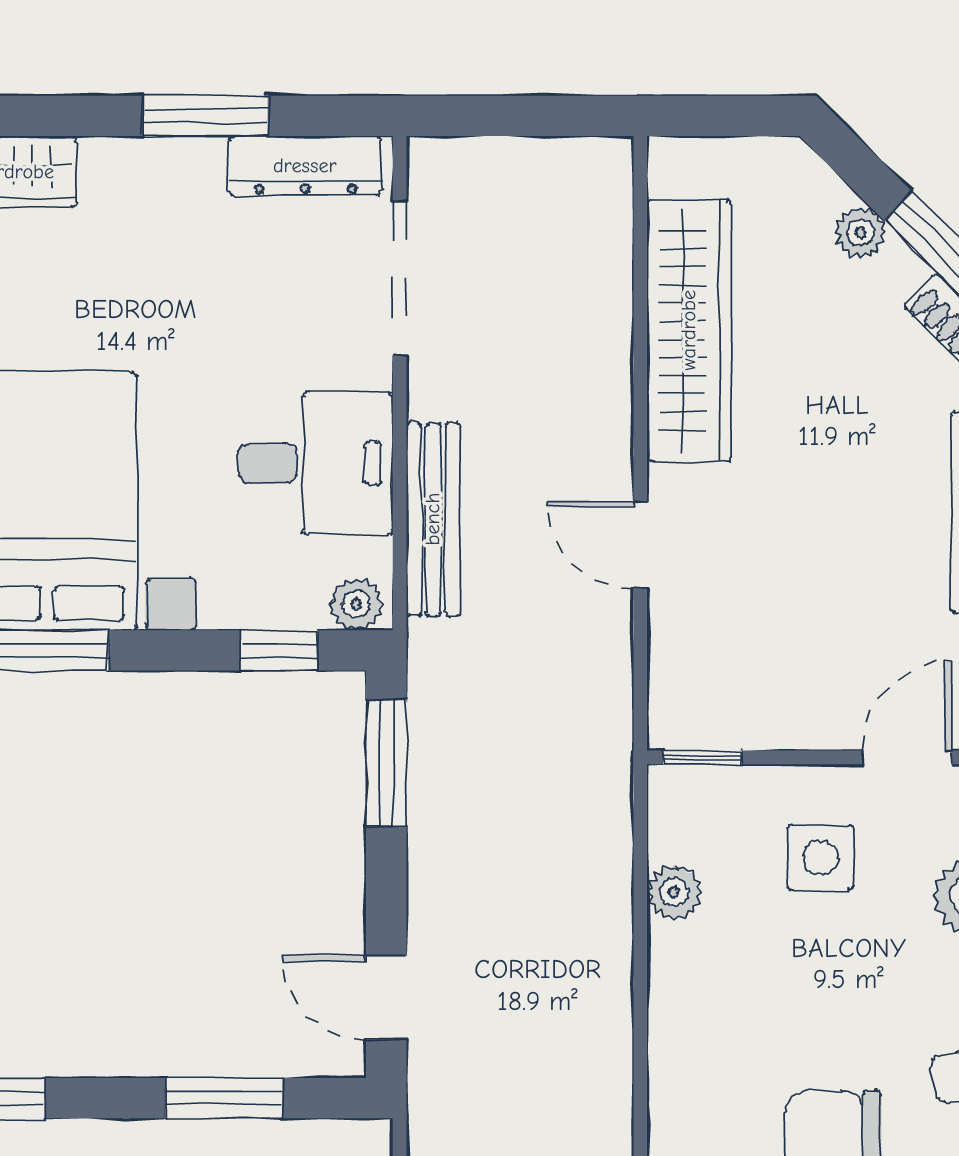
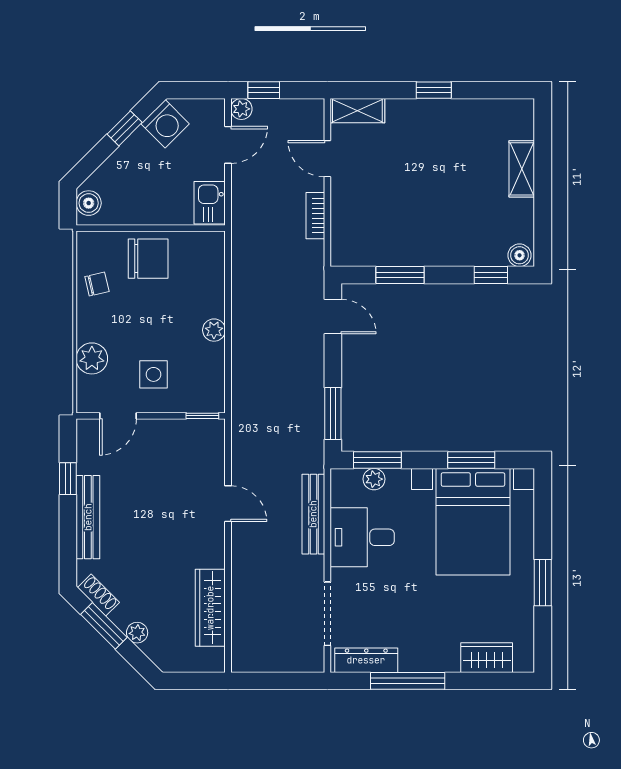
window: (205, 116) -> (408, 681), width x1.44
wardrobe: (689, 330) -> (210, 608), width x0.71, depth x0.85
plant: (356, 604) -> (374, 479), moved
window: (279, 650) -> (377, 460), width x1.50
plant: (674, 892) -> (214, 330), moved

